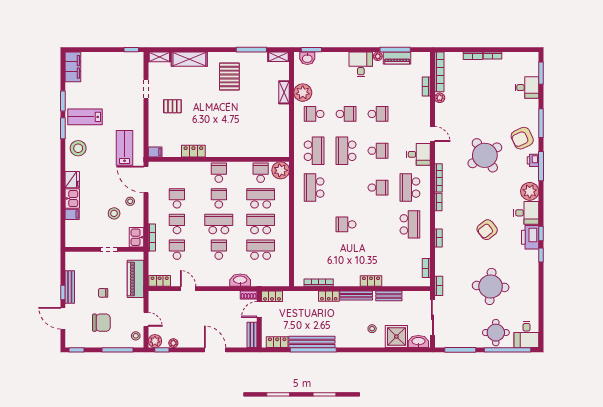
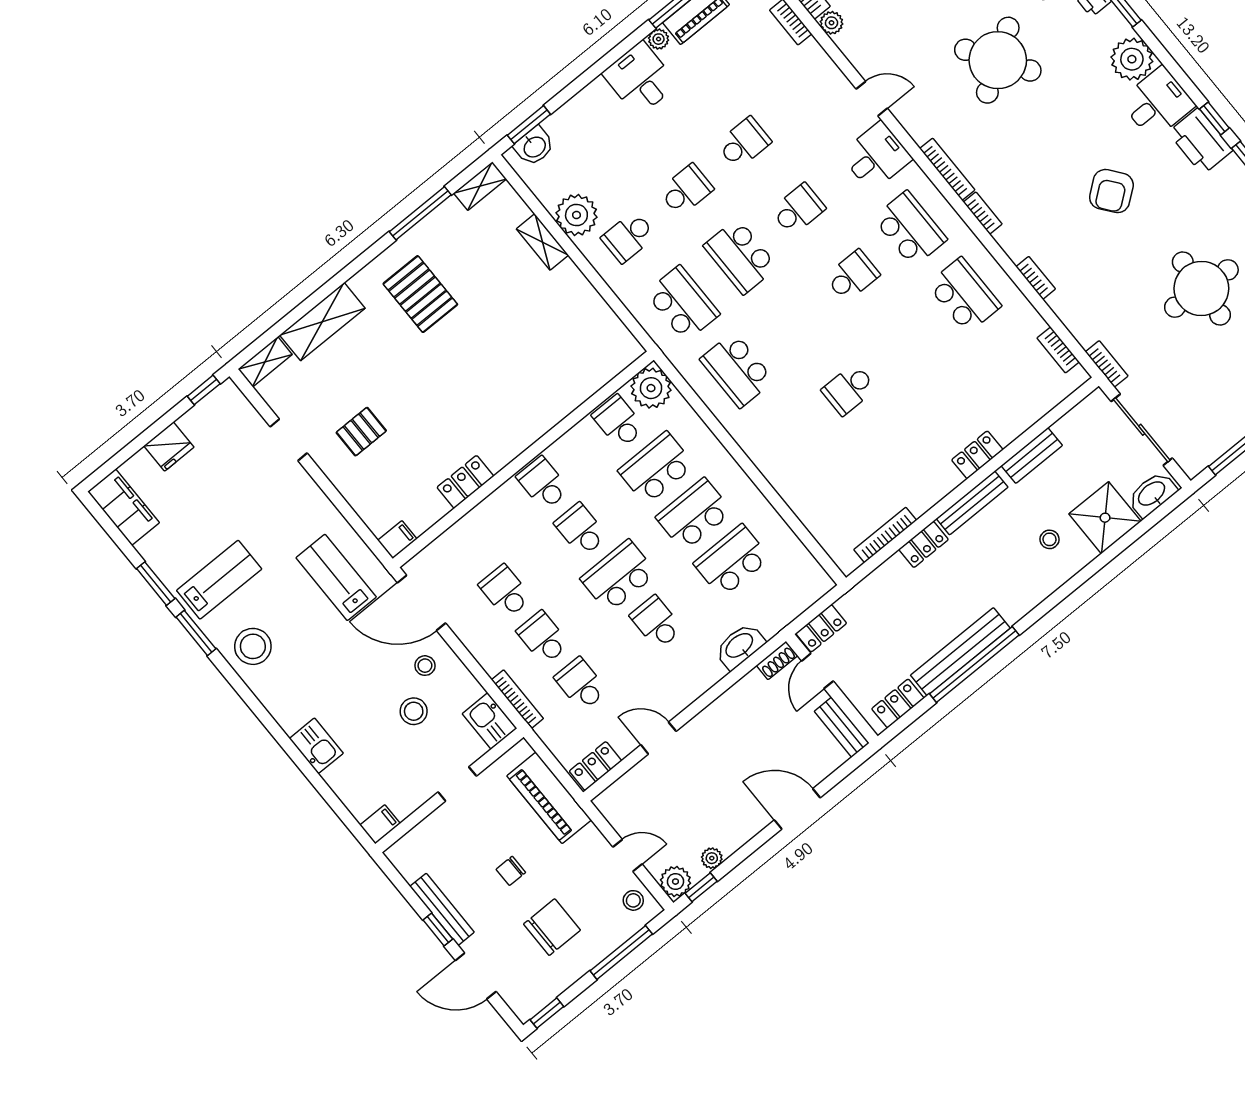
lab bench: (85, 117) -> (219, 580), turned 180
fridge: (72, 180) -> (169, 446), moved, turned 90
school desk: (410, 188) -> (910, 229), turned 180
filing cabinet: (72, 214) -> (380, 824), moved

